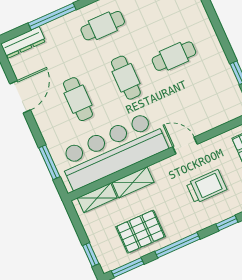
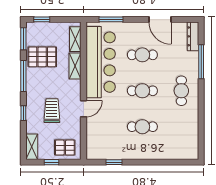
cafe table: (174, 56) -> (142, 127), turned 90
trolley: (207, 187) -> (52, 111), turned 180
pallet: (140, 232) -> (42, 57), turned 90

